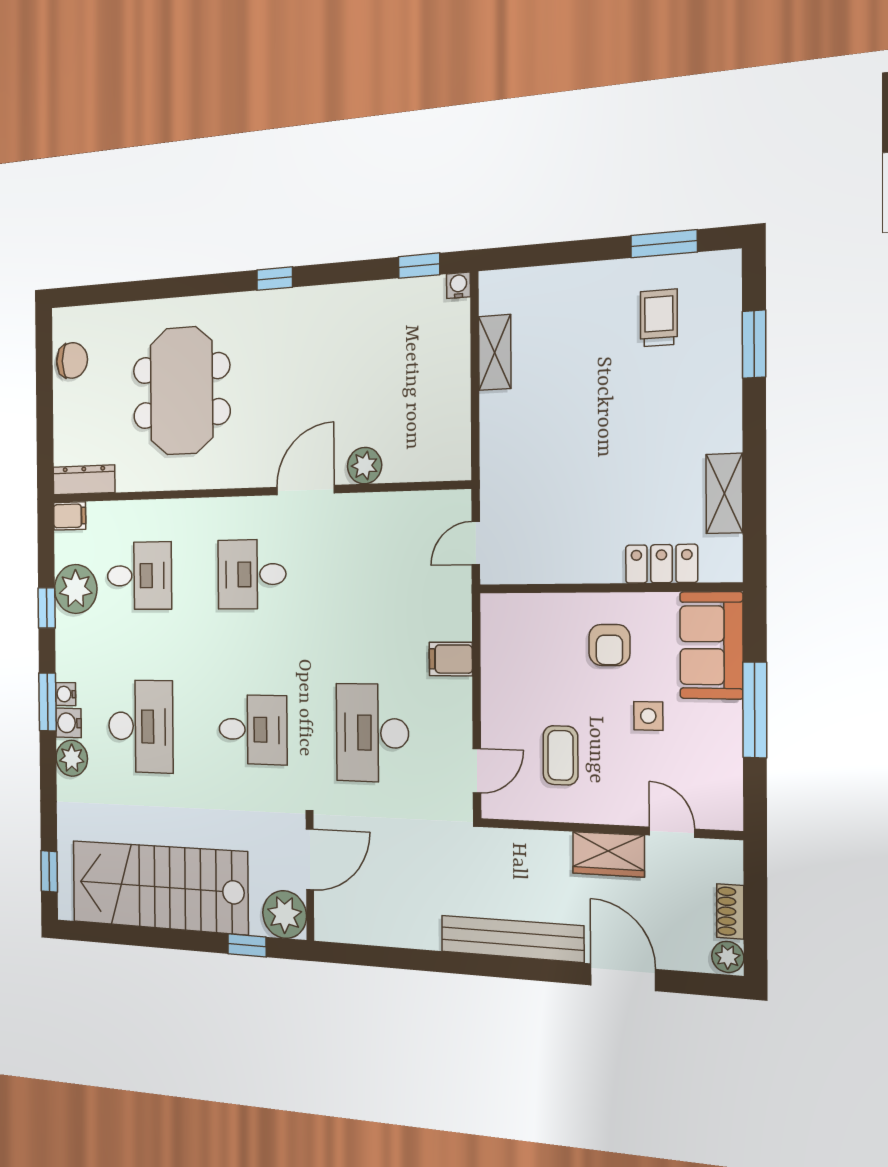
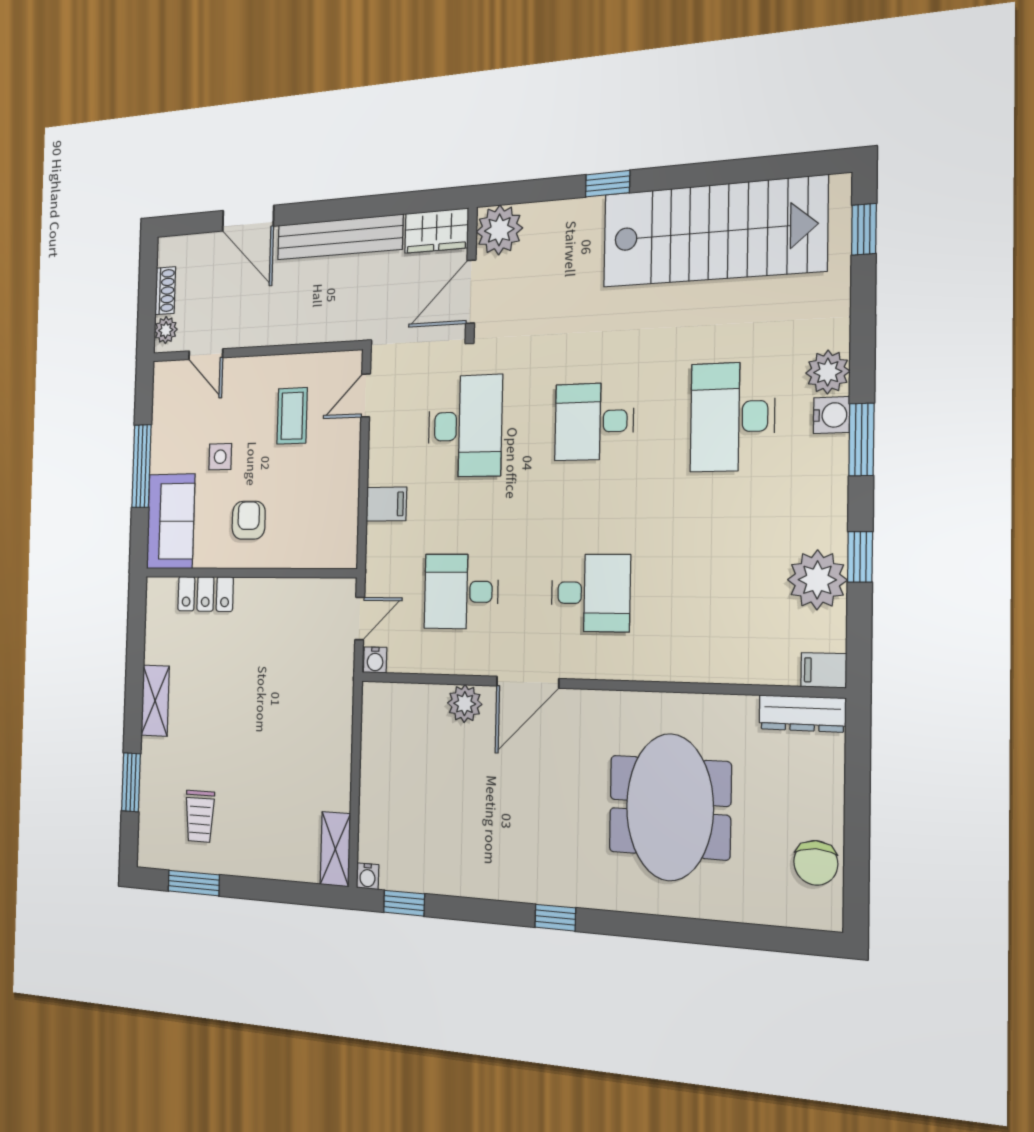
shelving: (495, 352) -> (335, 849), moved
chair: (72, 360) -> (816, 863), turned -90
shelving: (724, 493) -> (155, 701), moved
desk: (139, 576) -> (461, 592), moved
water cooler: (66, 694) -> (375, 660), moved, turned 90
wardrobe: (608, 854) -> (437, 231), moved, turned 180
door: (310, 859) -> (471, 292), moved
wall: (310, 879) -> (471, 271), moved
plant: (285, 915) -> (499, 230), moved
plant: (728, 957) -> (166, 330), moved

